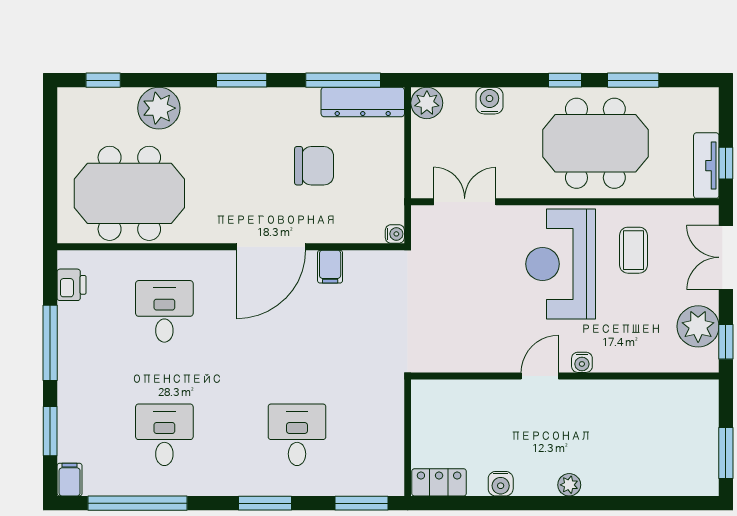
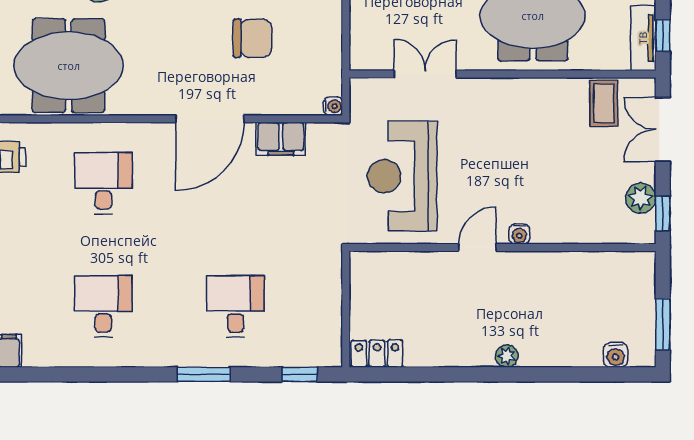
double door: (465, 202) -> (425, 74), moved
coffee table: (633, 250) -> (604, 103), moved
reception desk: (561, 264) -> (402, 176), moved
filing cabinet: (330, 267) -> (281, 139), width x2.00
plant: (698, 326) -> (641, 198), width x0.73, depth x0.73
water cooler: (501, 484) -> (616, 355), moved
window: (138, 503) -> (77, 374), removed
window: (362, 503) -> (300, 374), width x0.67

